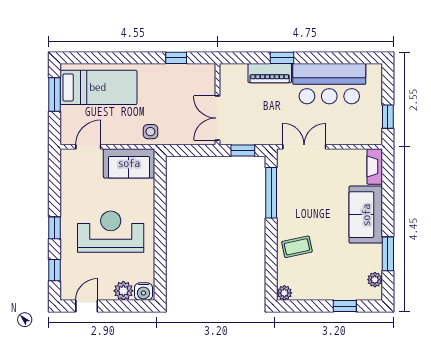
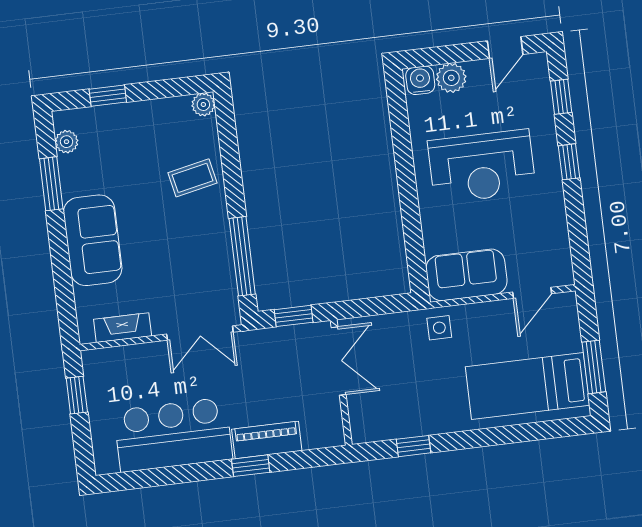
fireplace: (375, 166) -> (123, 328), moved, turned -90

